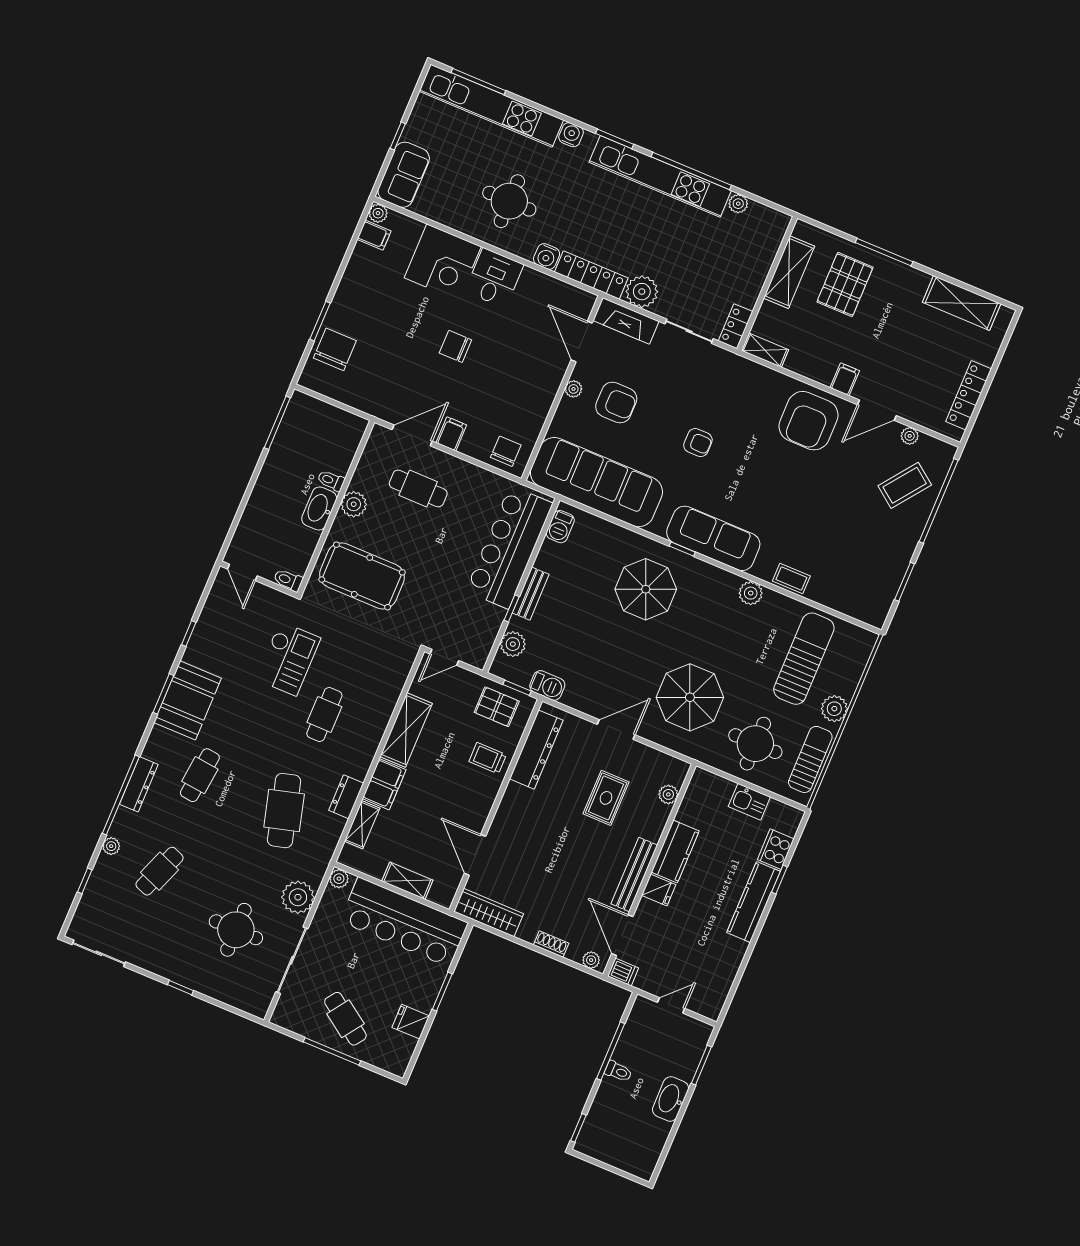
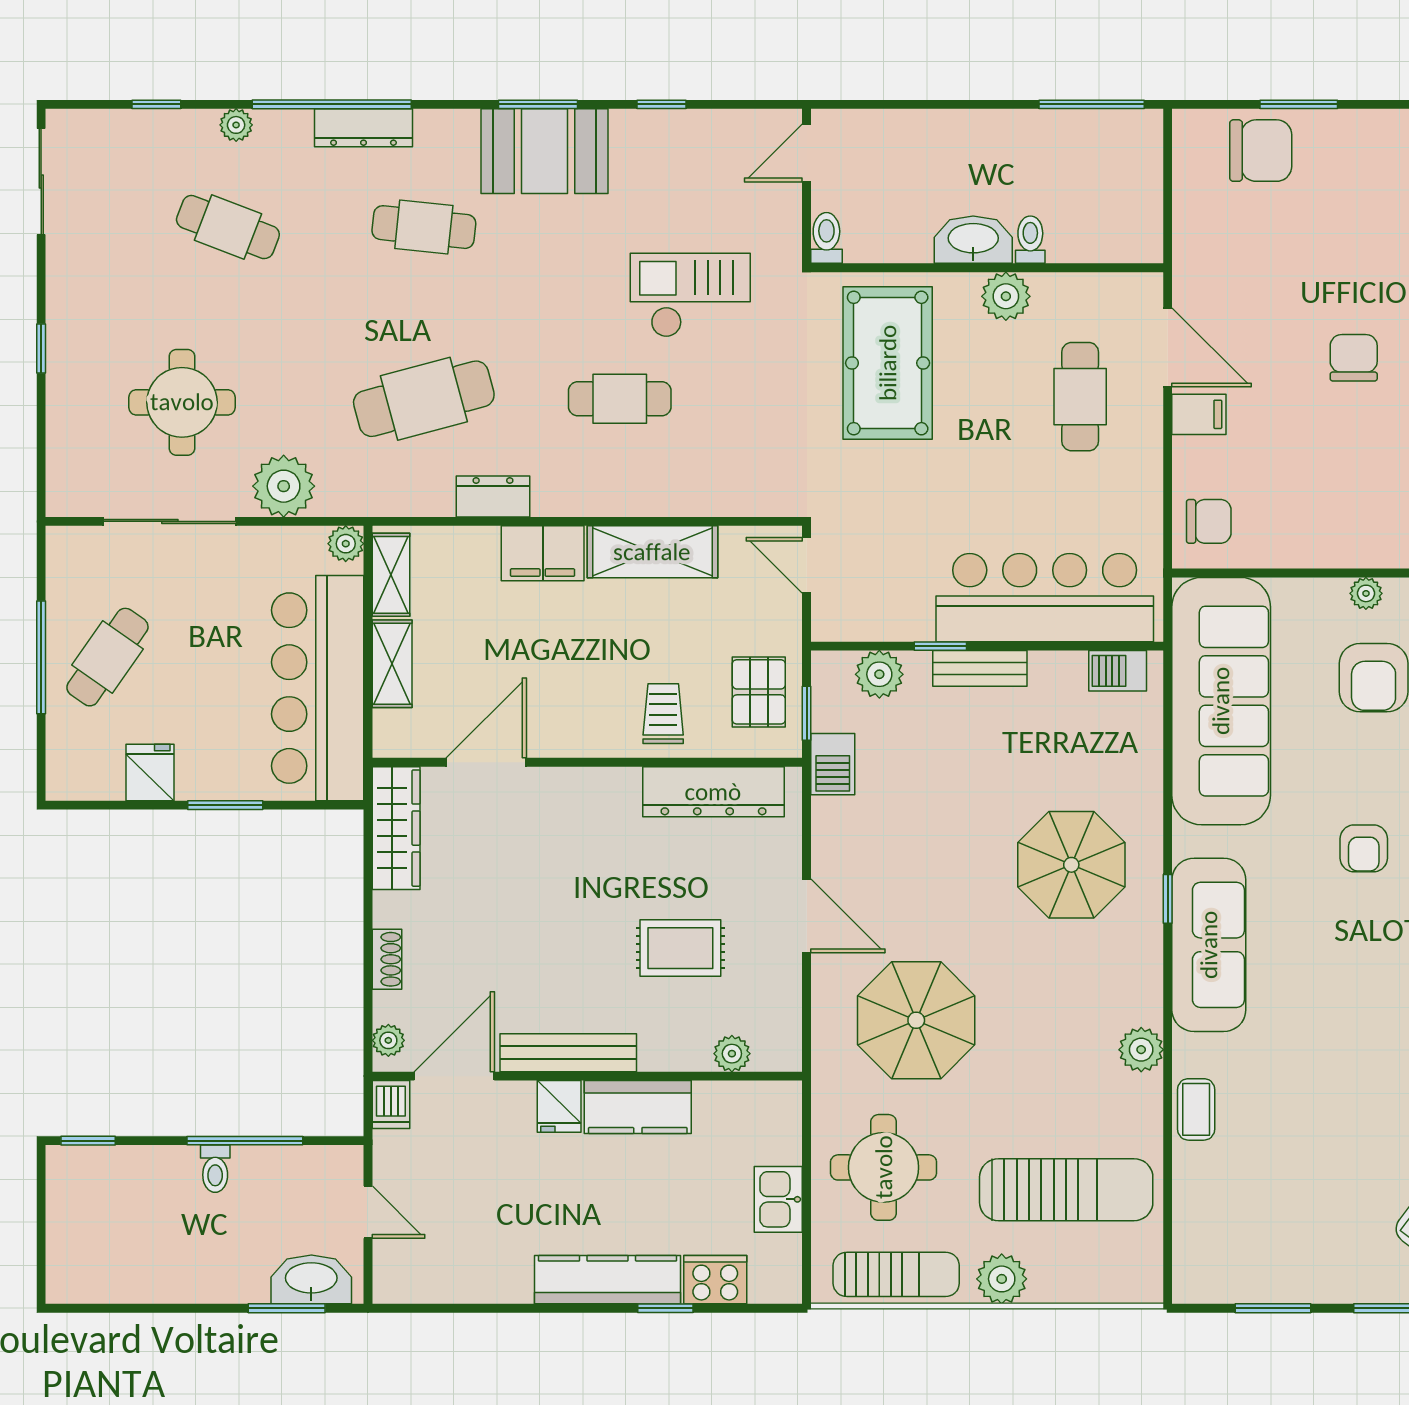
checkout: (288, 659) -> (690, 295), turned 180
shelving: (362, 825) -> (391, 575), moved, turned 90
washbasin: (671, 1099) -> (311, 1279), moved

